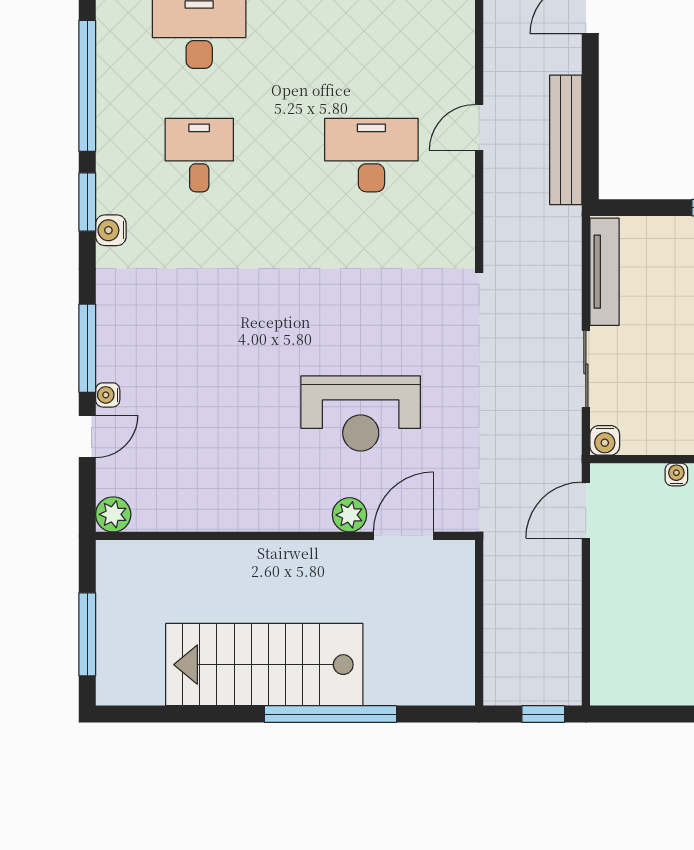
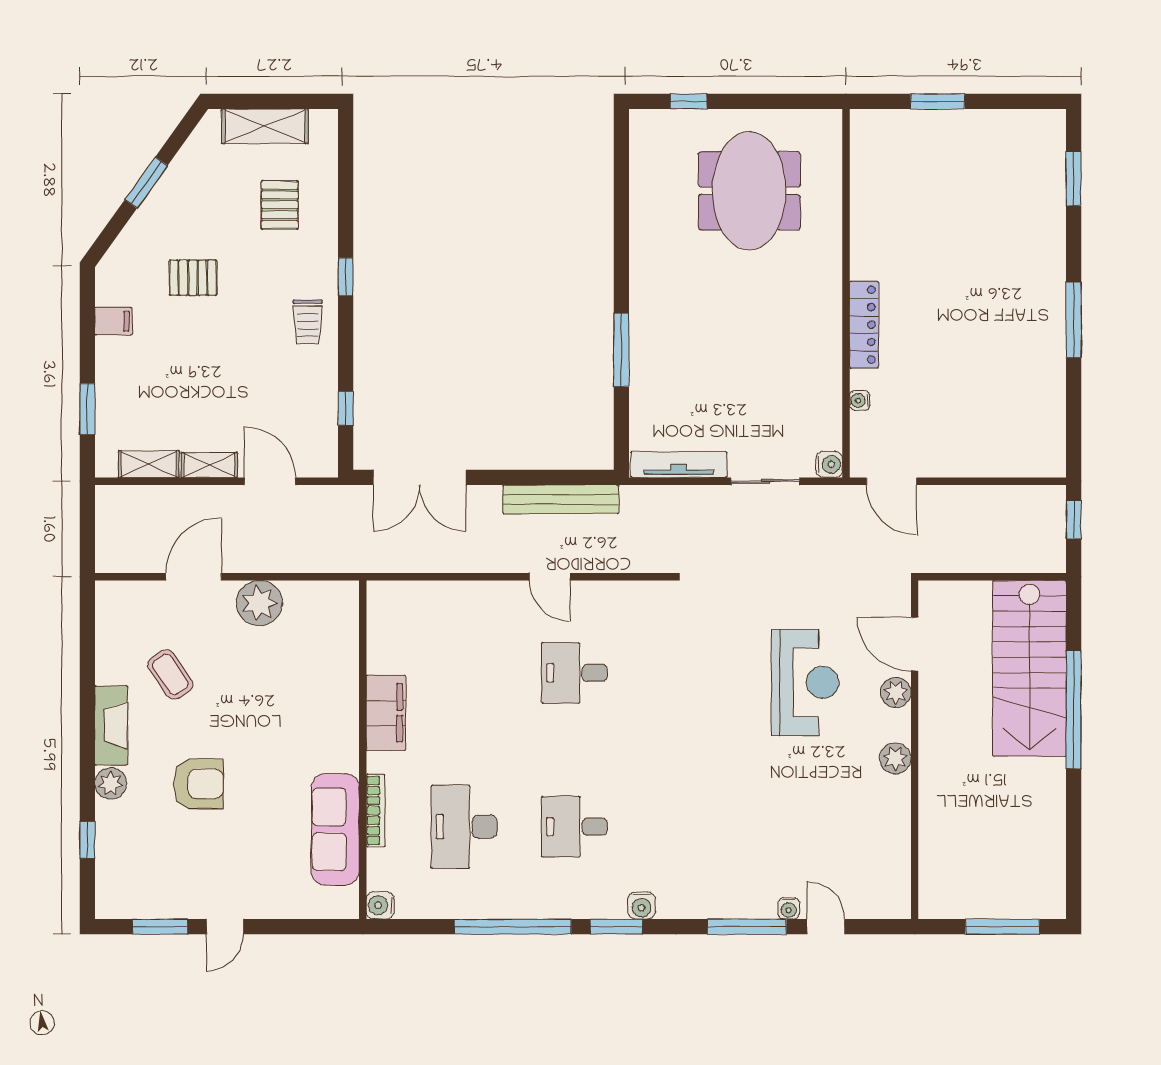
desk: (371, 155) -> (574, 673), width x0.73
plant: (113, 514) -> (895, 758), moved
stairs: (264, 665) -> (1029, 668), moved

